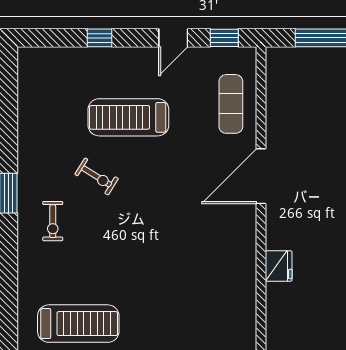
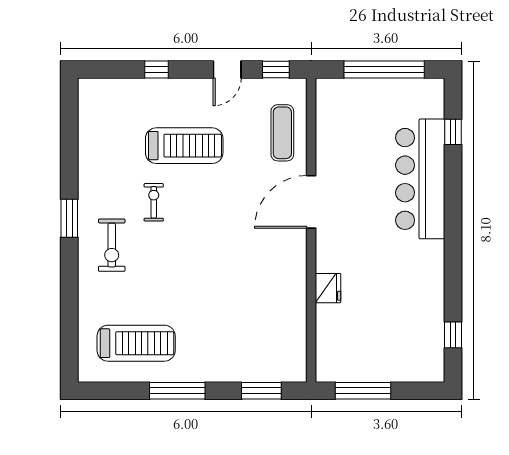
treadmill: (128, 117) -> (184, 146), turned 180
exercise bike: (97, 176) -> (154, 202), turned -122
exercise bike: (53, 221) -> (112, 245), width x1.38, depth x1.39

